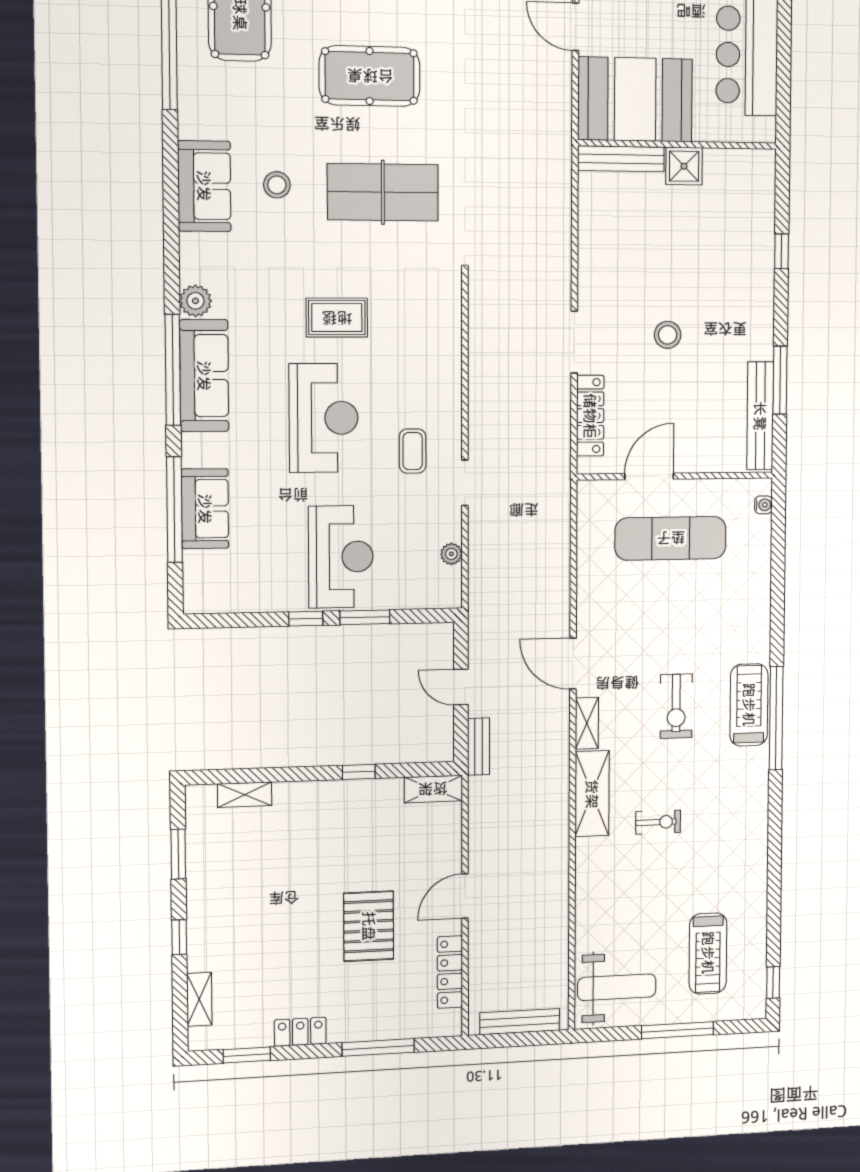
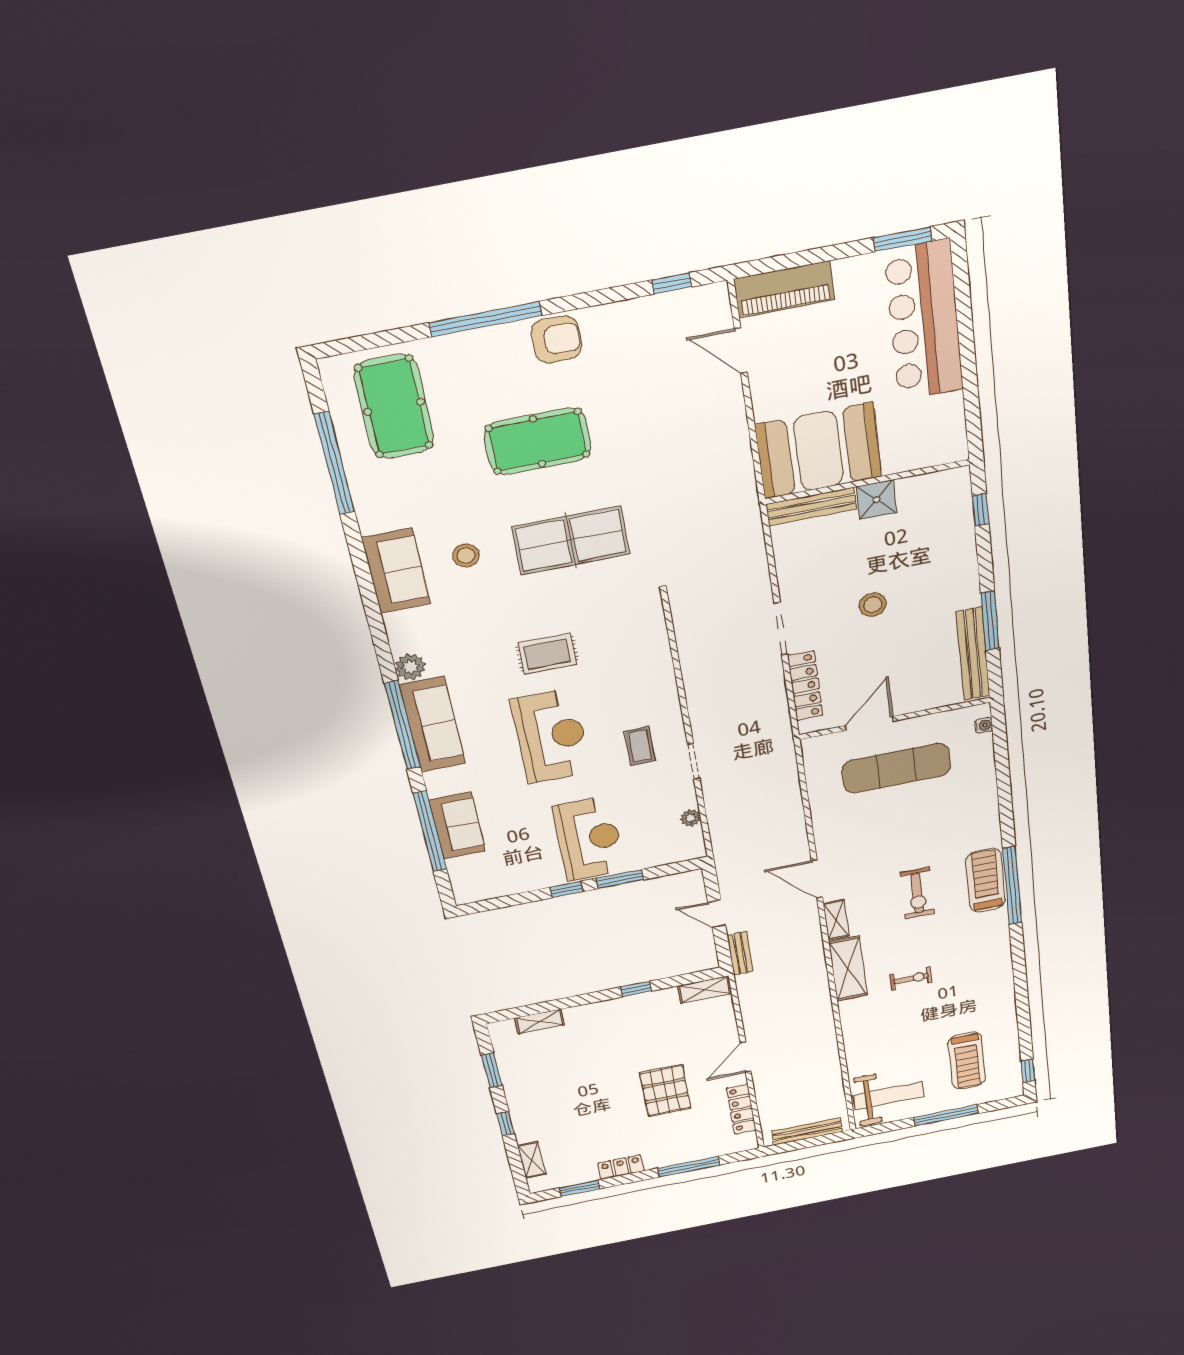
booth: (635, 99) -> (819, 451), moved
wall: (678, 144) -> (868, 482), moved
bench: (621, 159) -> (811, 507), moved
shower: (684, 166) -> (876, 500), moved

